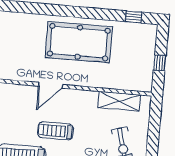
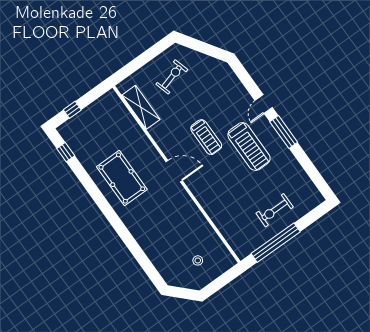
pool table: (79, 42) -> (122, 178), width x0.73, depth x0.76
window: (160, 63) -> (72, 110), moved

